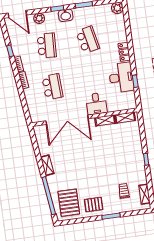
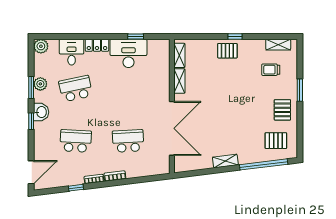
plant: (39, 18) -> (40, 84), moved
desk: (96, 104) -> (72, 52), moved, turned -90
pallet: (134, 155) -> (227, 51), added
pallet: (69, 203) -> (276, 141), width x0.67, depth x0.71

